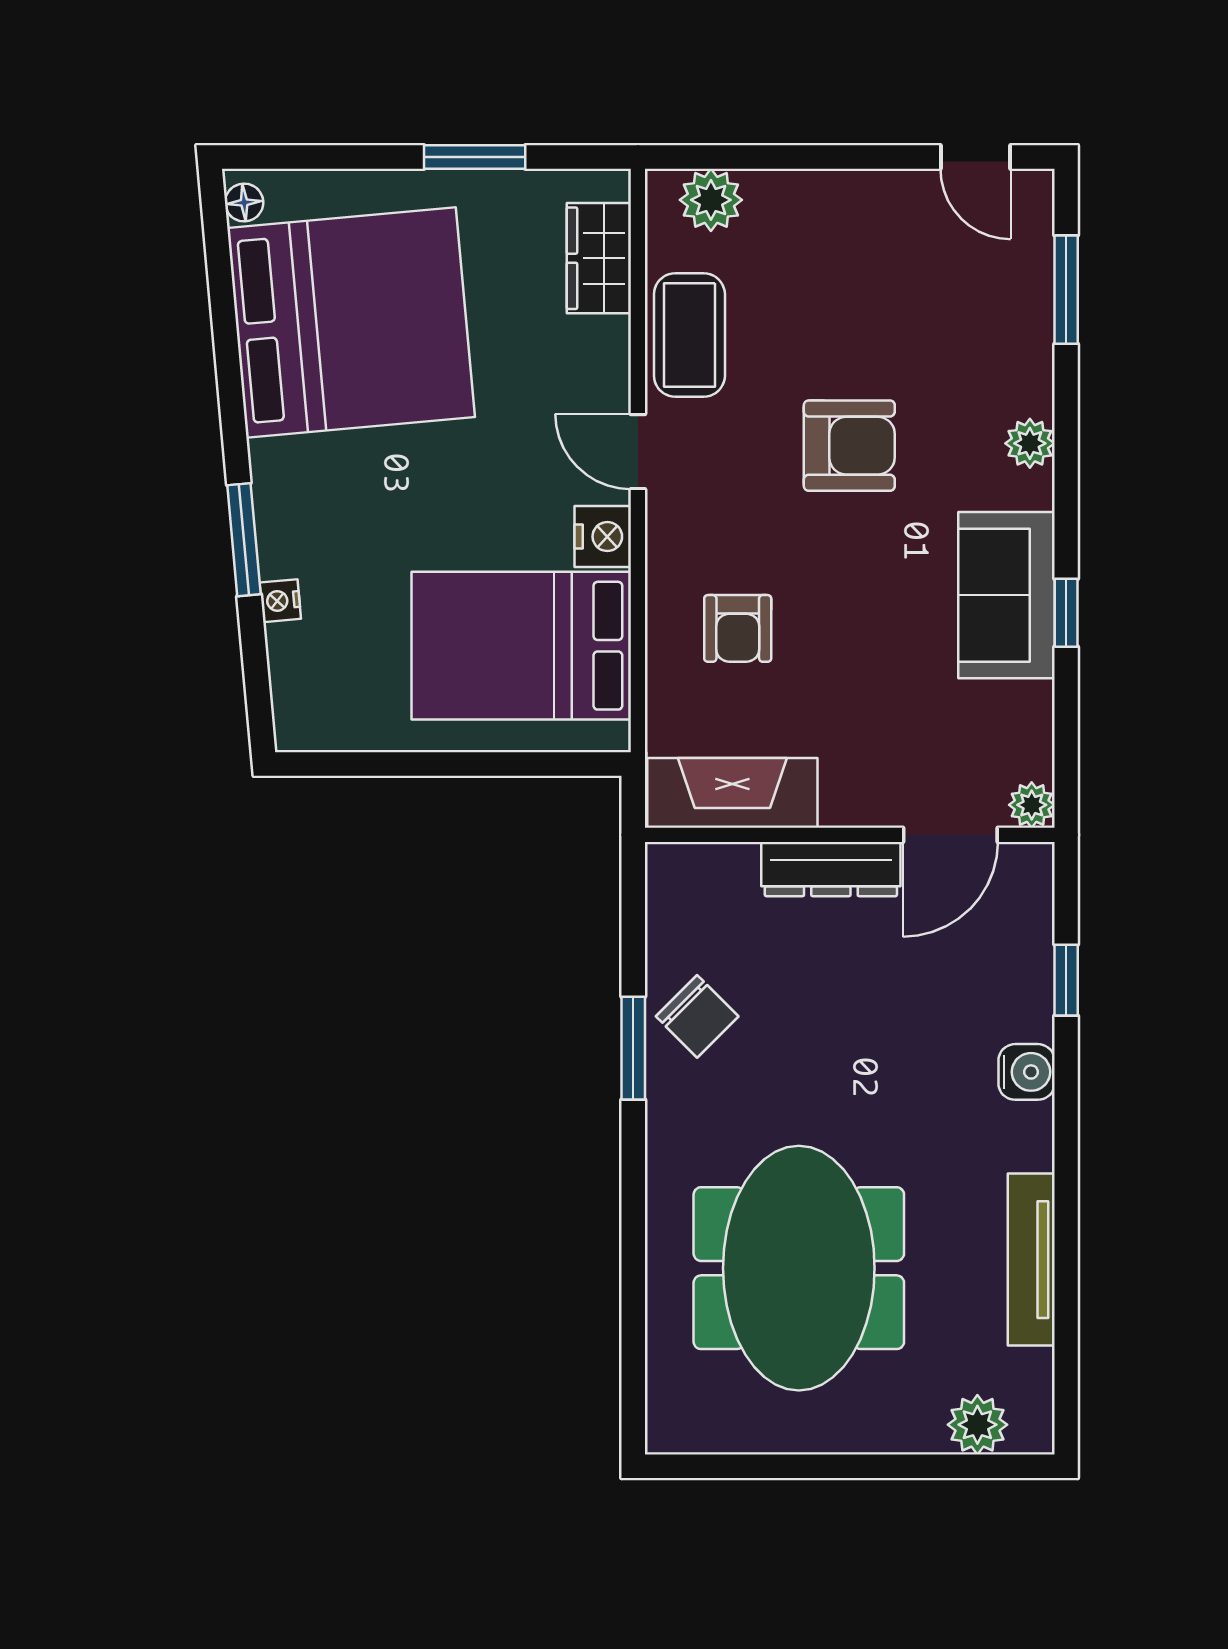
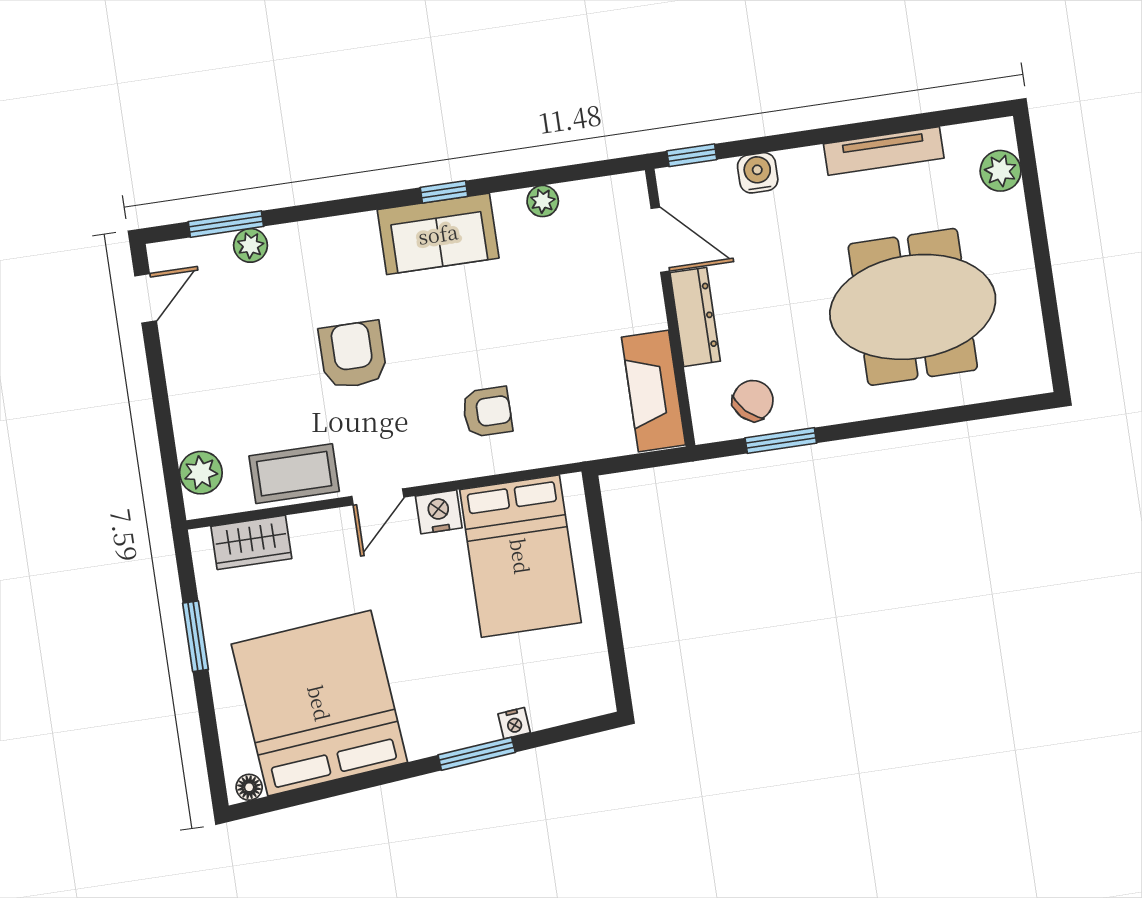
plant: (1030, 443) -> (250, 245), moved
fireplace: (732, 793) -> (654, 391), moved
plant: (1032, 805) -> (543, 201), moved
wall: (850, 835) -> (670, 308), moved
door: (950, 835) -> (660, 240), moved
dresser: (831, 869) -> (695, 317), moved

